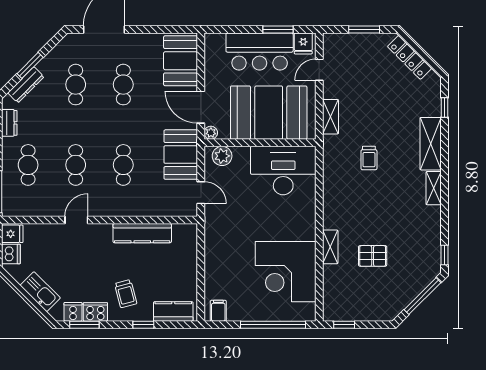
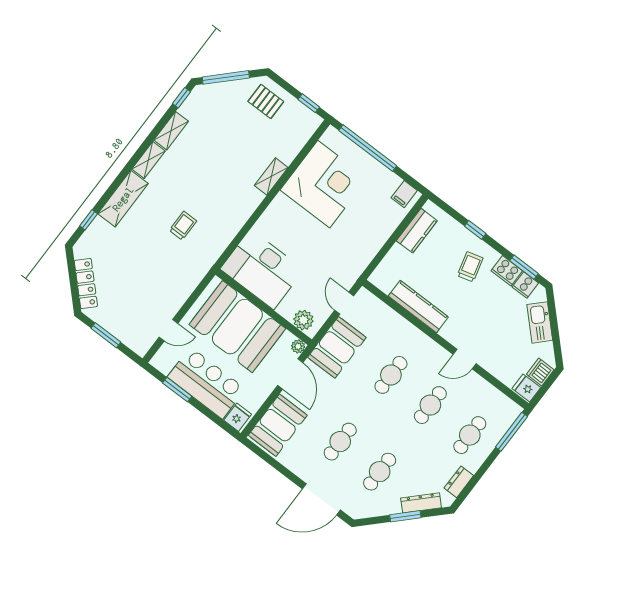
fridge: (303, 43) -> (238, 417), moved
shelving: (330, 117) -> (171, 131), moved
pallet: (373, 256) -> (266, 101), moved
kitchen counter: (173, 311) -> (417, 231), moved, turned -90

